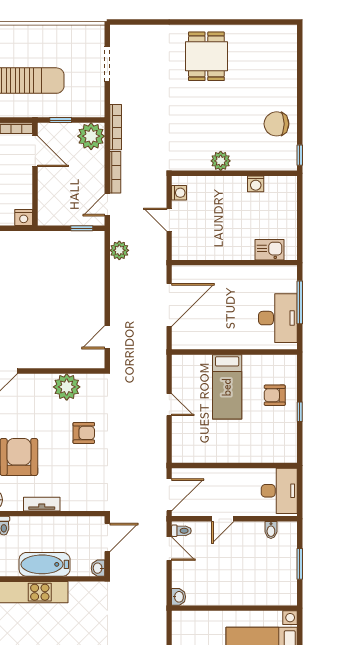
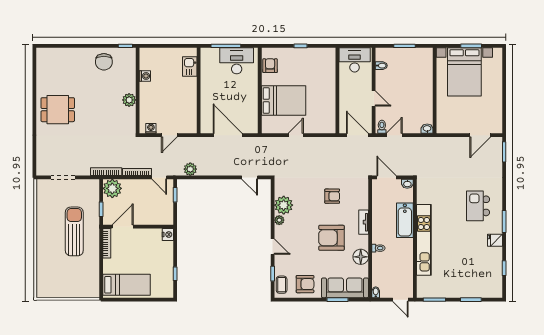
plant: (45, 381) -> (279, 220), added
bed: (227, 387) -> (284, 100), width x1.50
armchair: (275, 395) -> (270, 66), moved, turned 180
armchair: (84, 433) -> (332, 196), moved, turned 90

